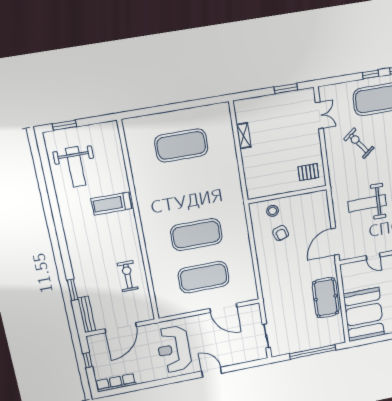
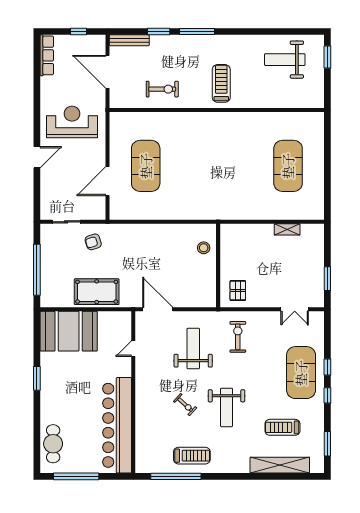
exercise bike: (359, 143) -> (238, 337), moved, turned -52
treadmill: (111, 204) -> (221, 83), moved
armchair: (281, 233) -> (93, 242), moved
exercise mat: (196, 235) -> (193, 166), removed
window: (65, 255) -> (197, 32), added

